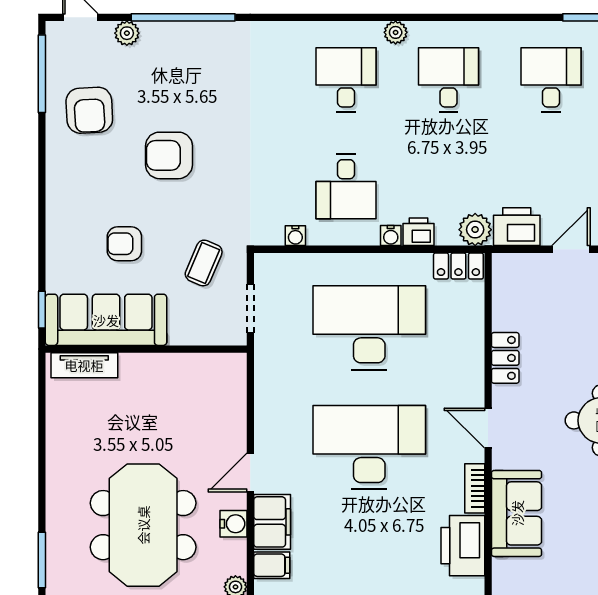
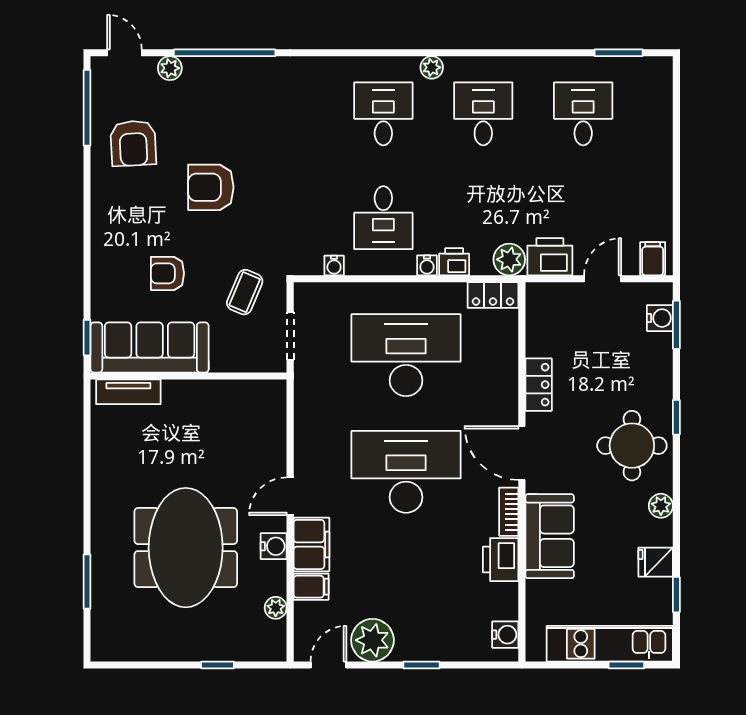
door: (488, 428) -> (522, 453), width x1.37
printer: (463, 546) -> (501, 560), width x0.73, depth x0.84

